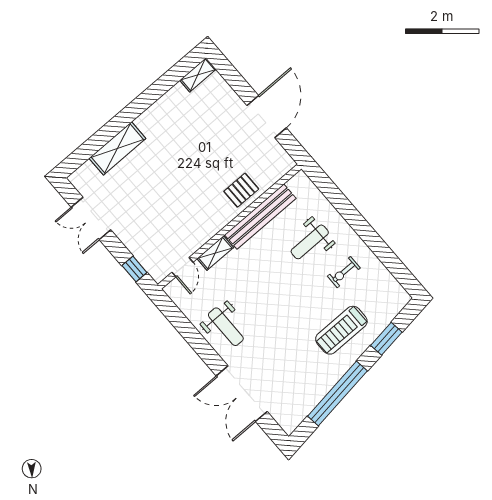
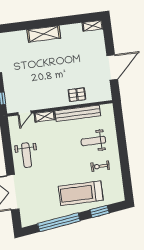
shelving: (117, 148) -> (44, 34), moved
treadmill: (341, 330) -> (81, 193), width x1.37, depth x1.38

